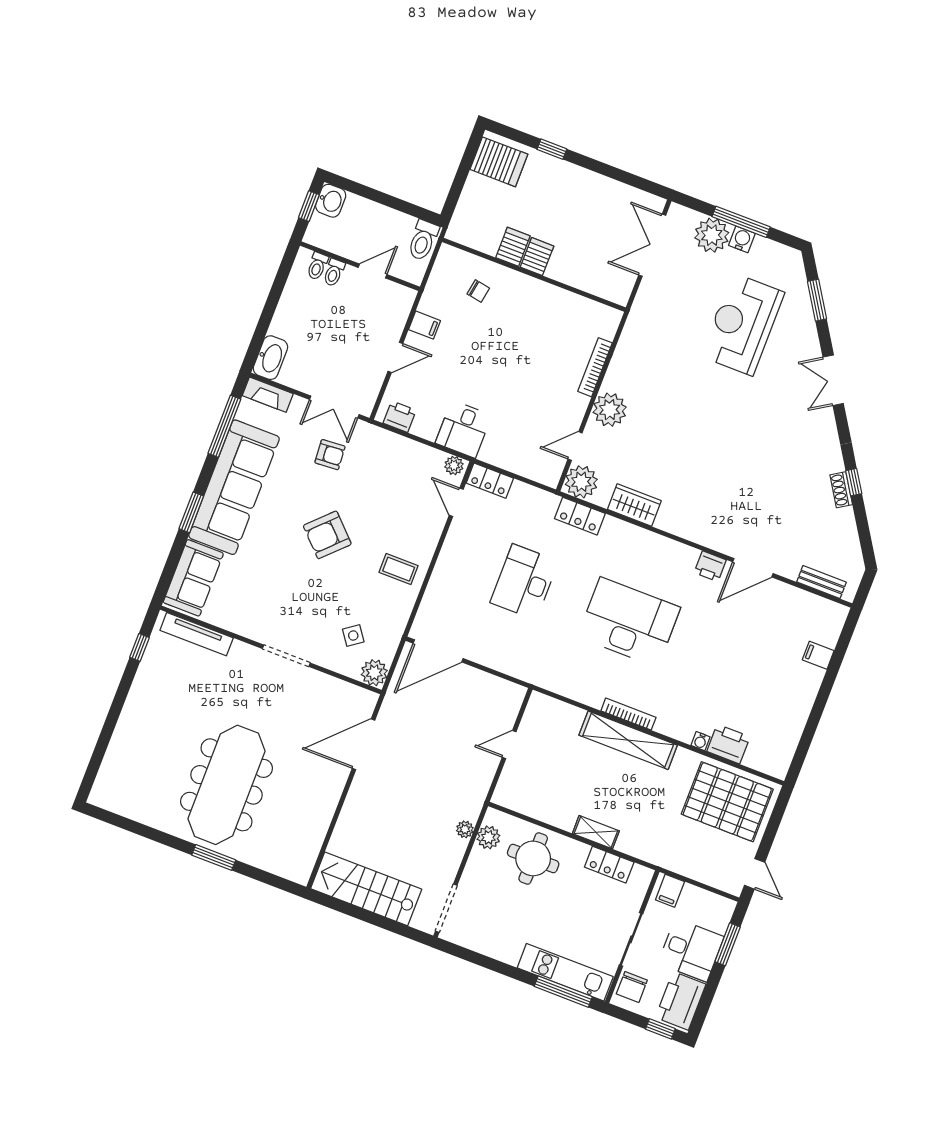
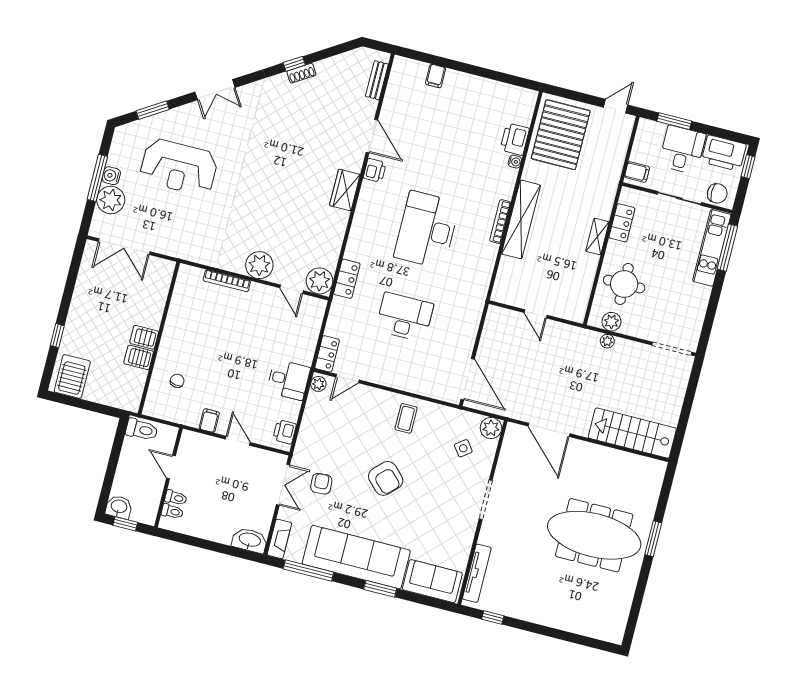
wardrobe: (634, 505) -> (345, 190), moved
desk: (524, 582) -> (405, 317), turned 180
stairs: (366, 889) -> (632, 433), moved, turned 90

